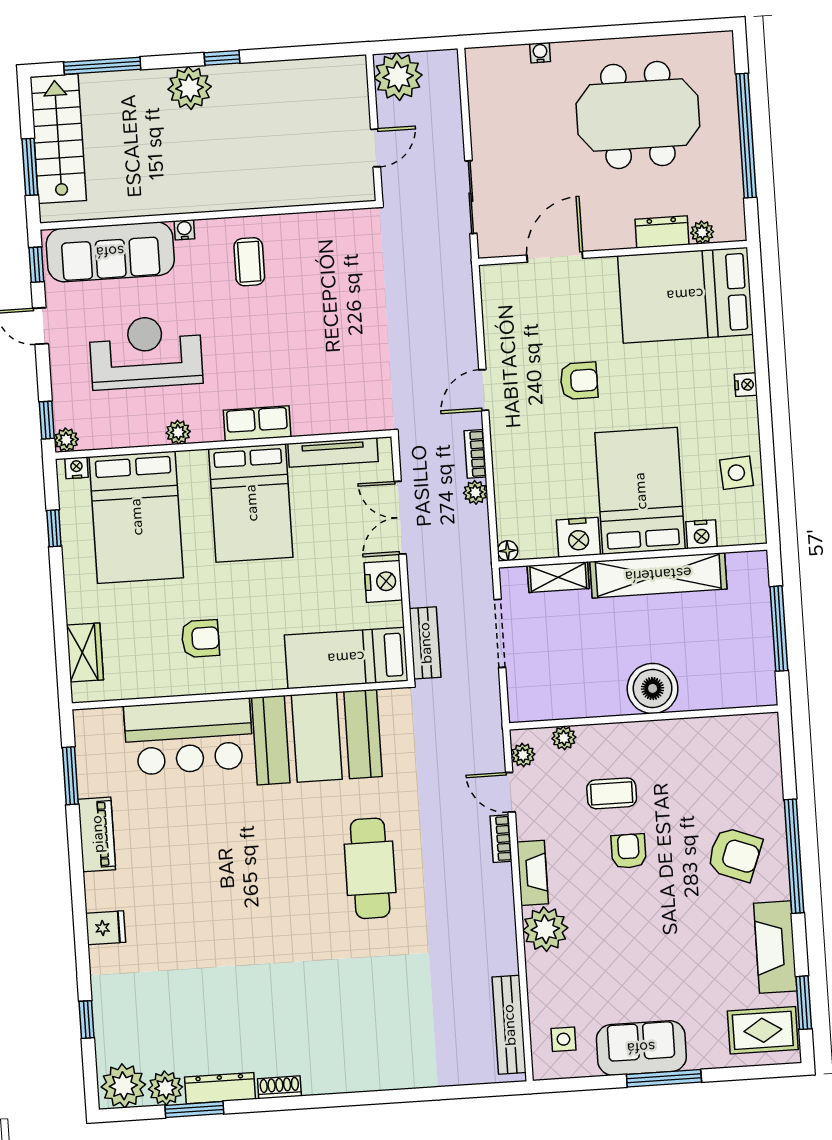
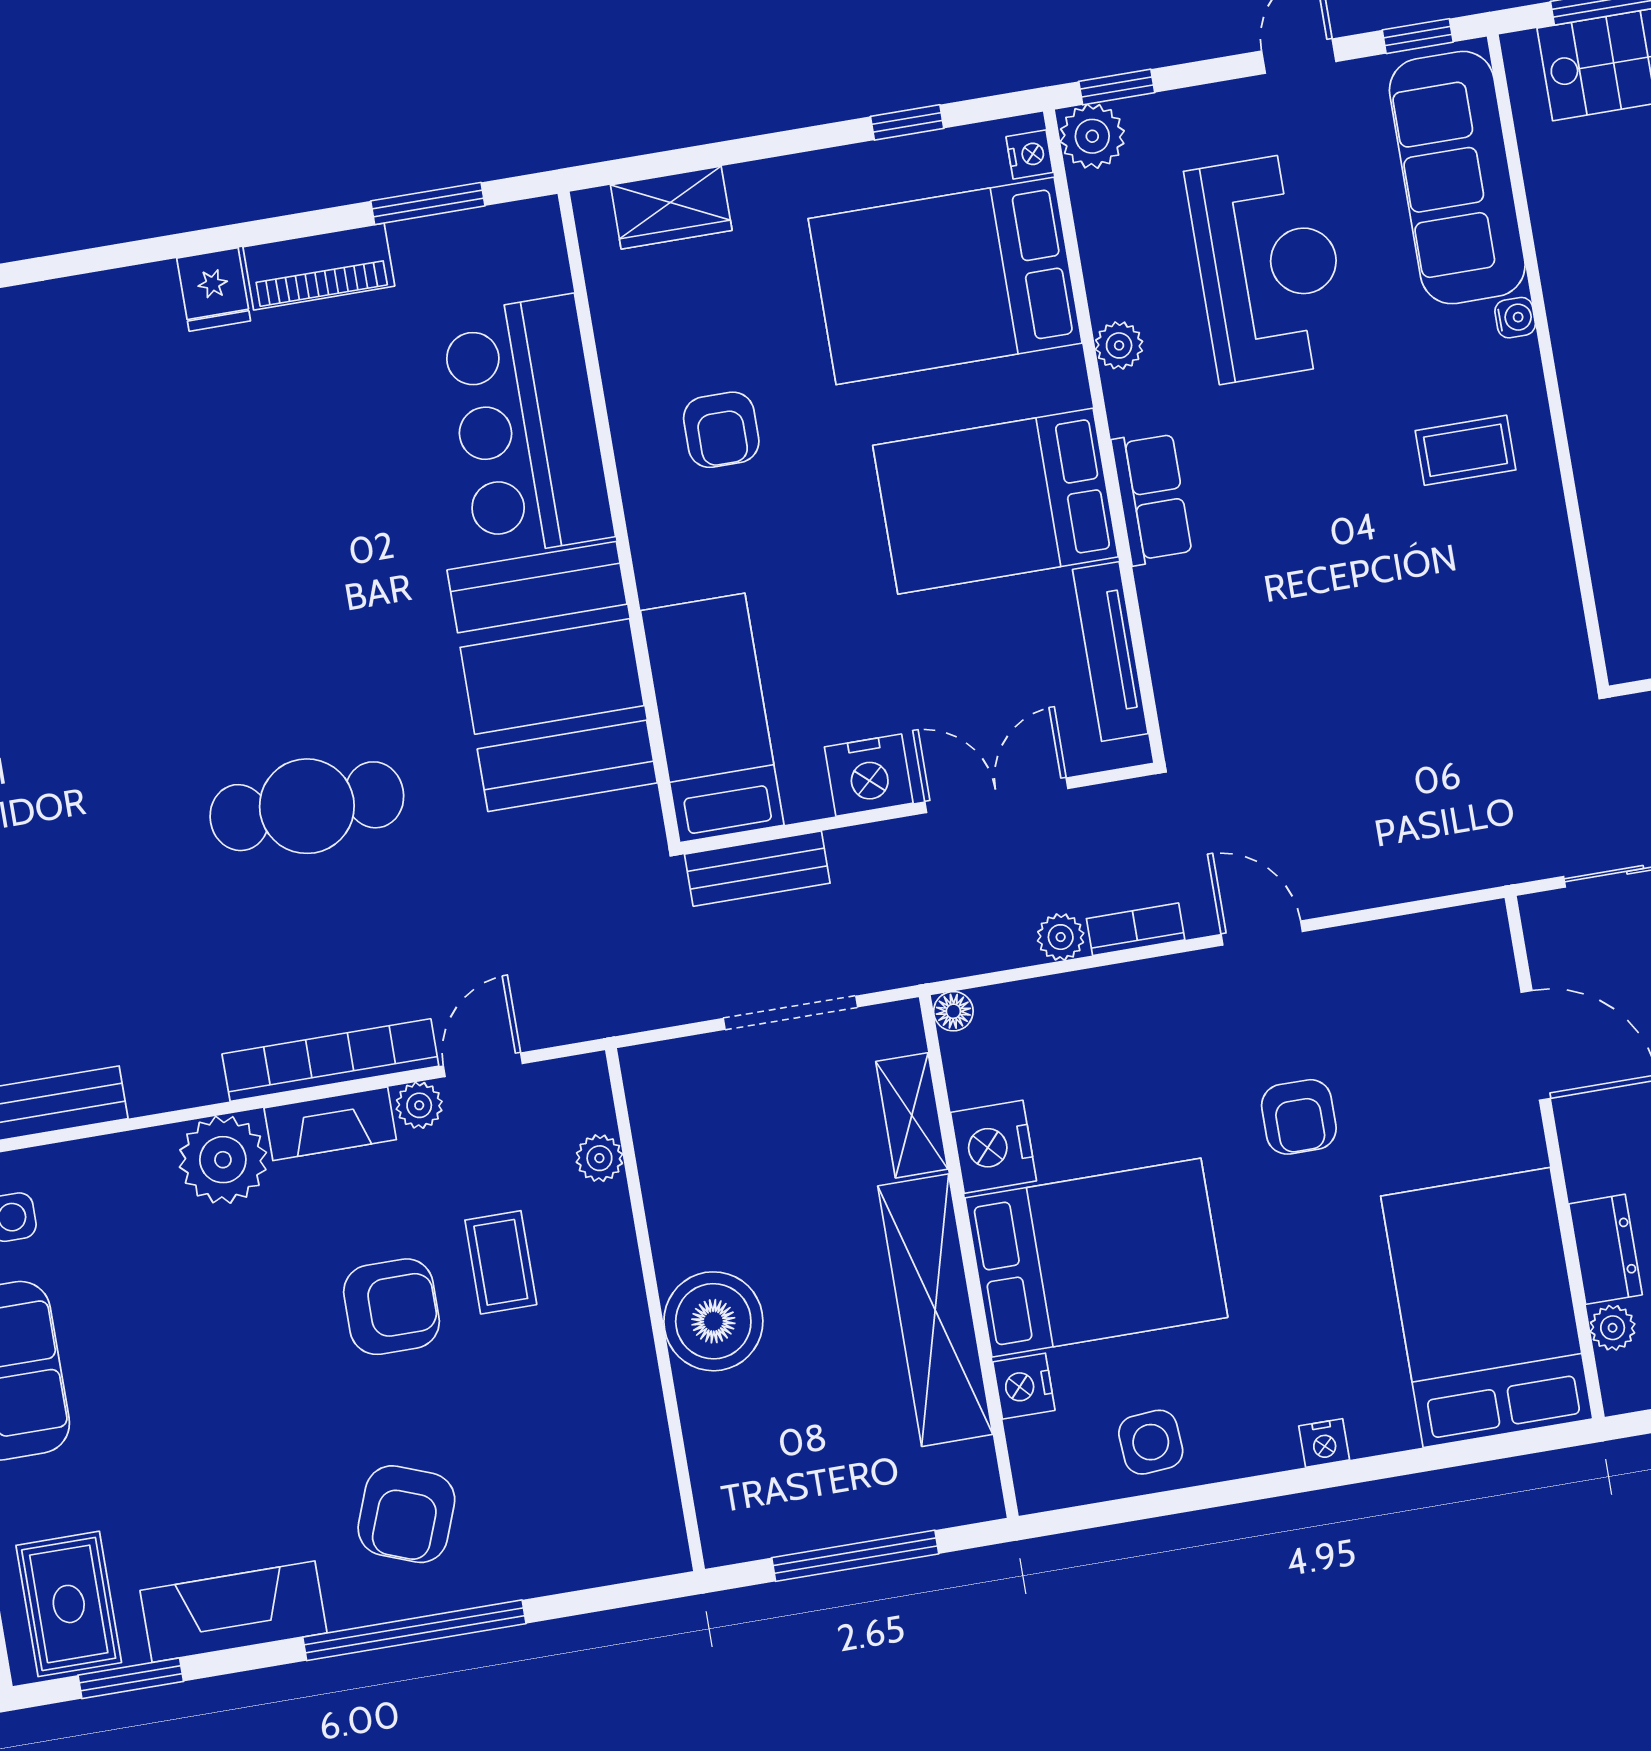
plant: (66, 440) -> (1092, 136), width x1.38, depth x1.38
plant: (523, 755) -> (419, 1105), moved
bookcase: (501, 839) -> (330, 1060), width x2.31, depth x1.31
armchair: (629, 851) -> (392, 1307), width x1.38, depth x1.38
fridge: (106, 928) -> (214, 290), moved

